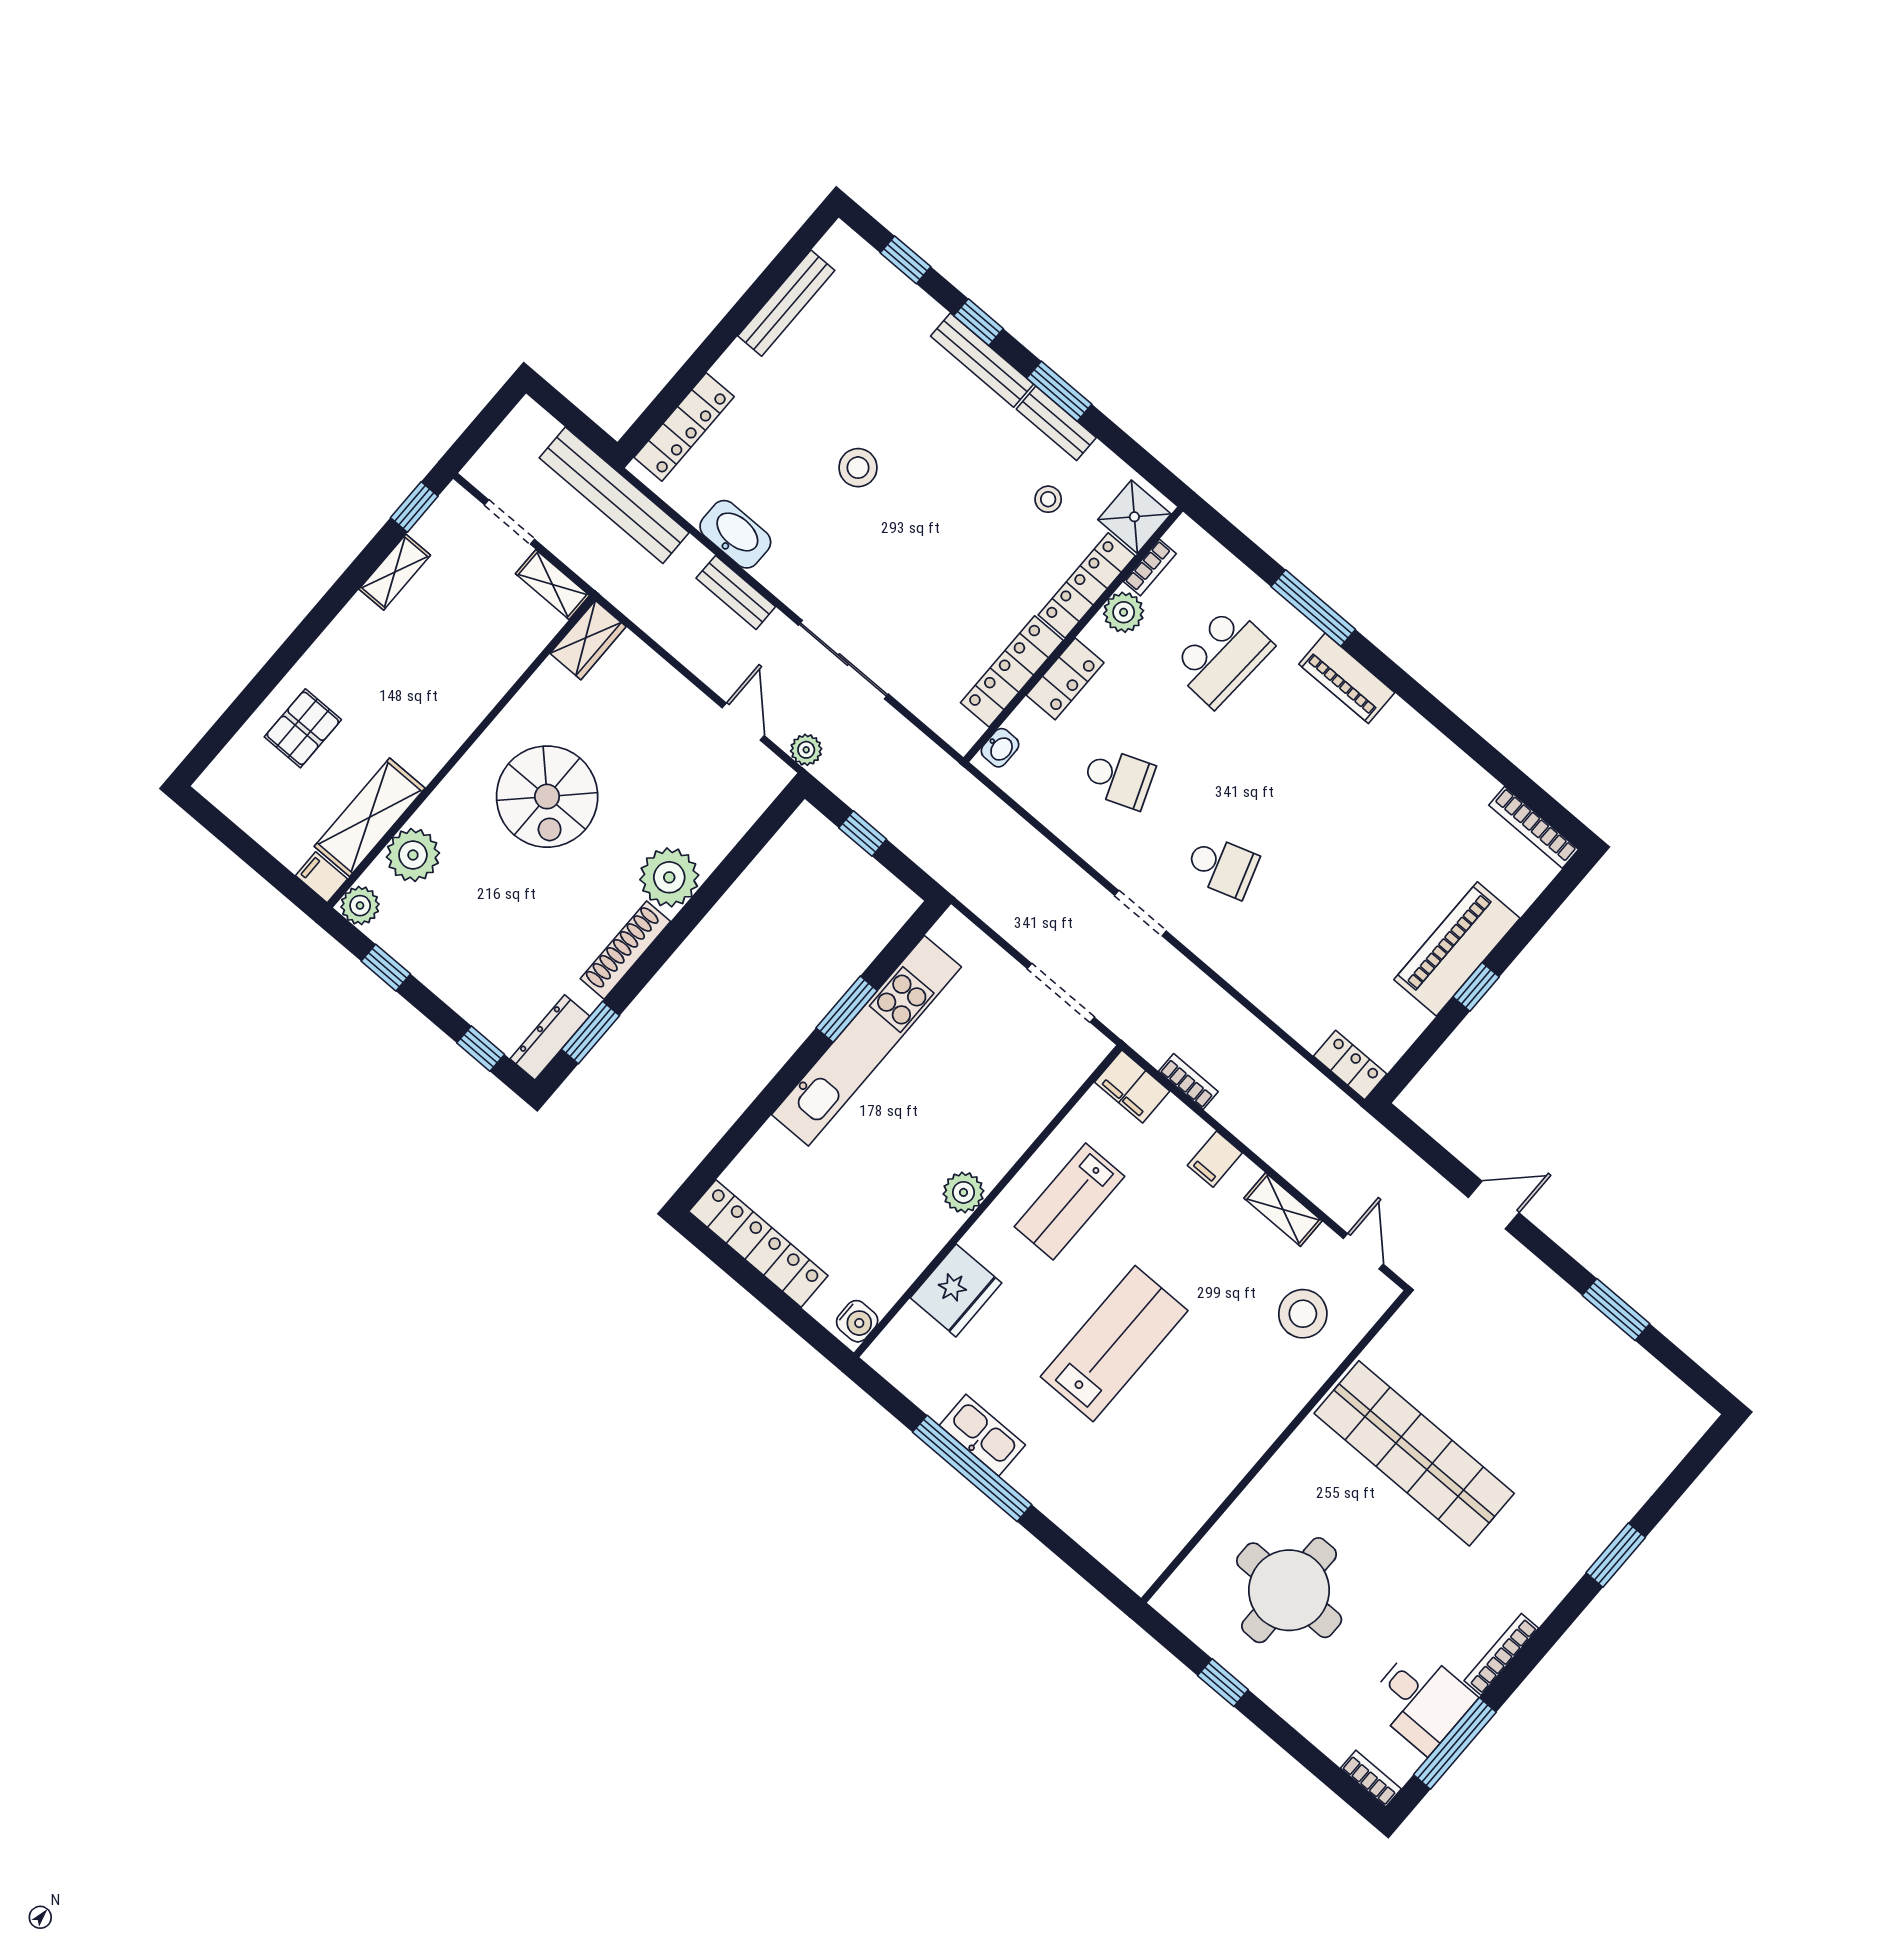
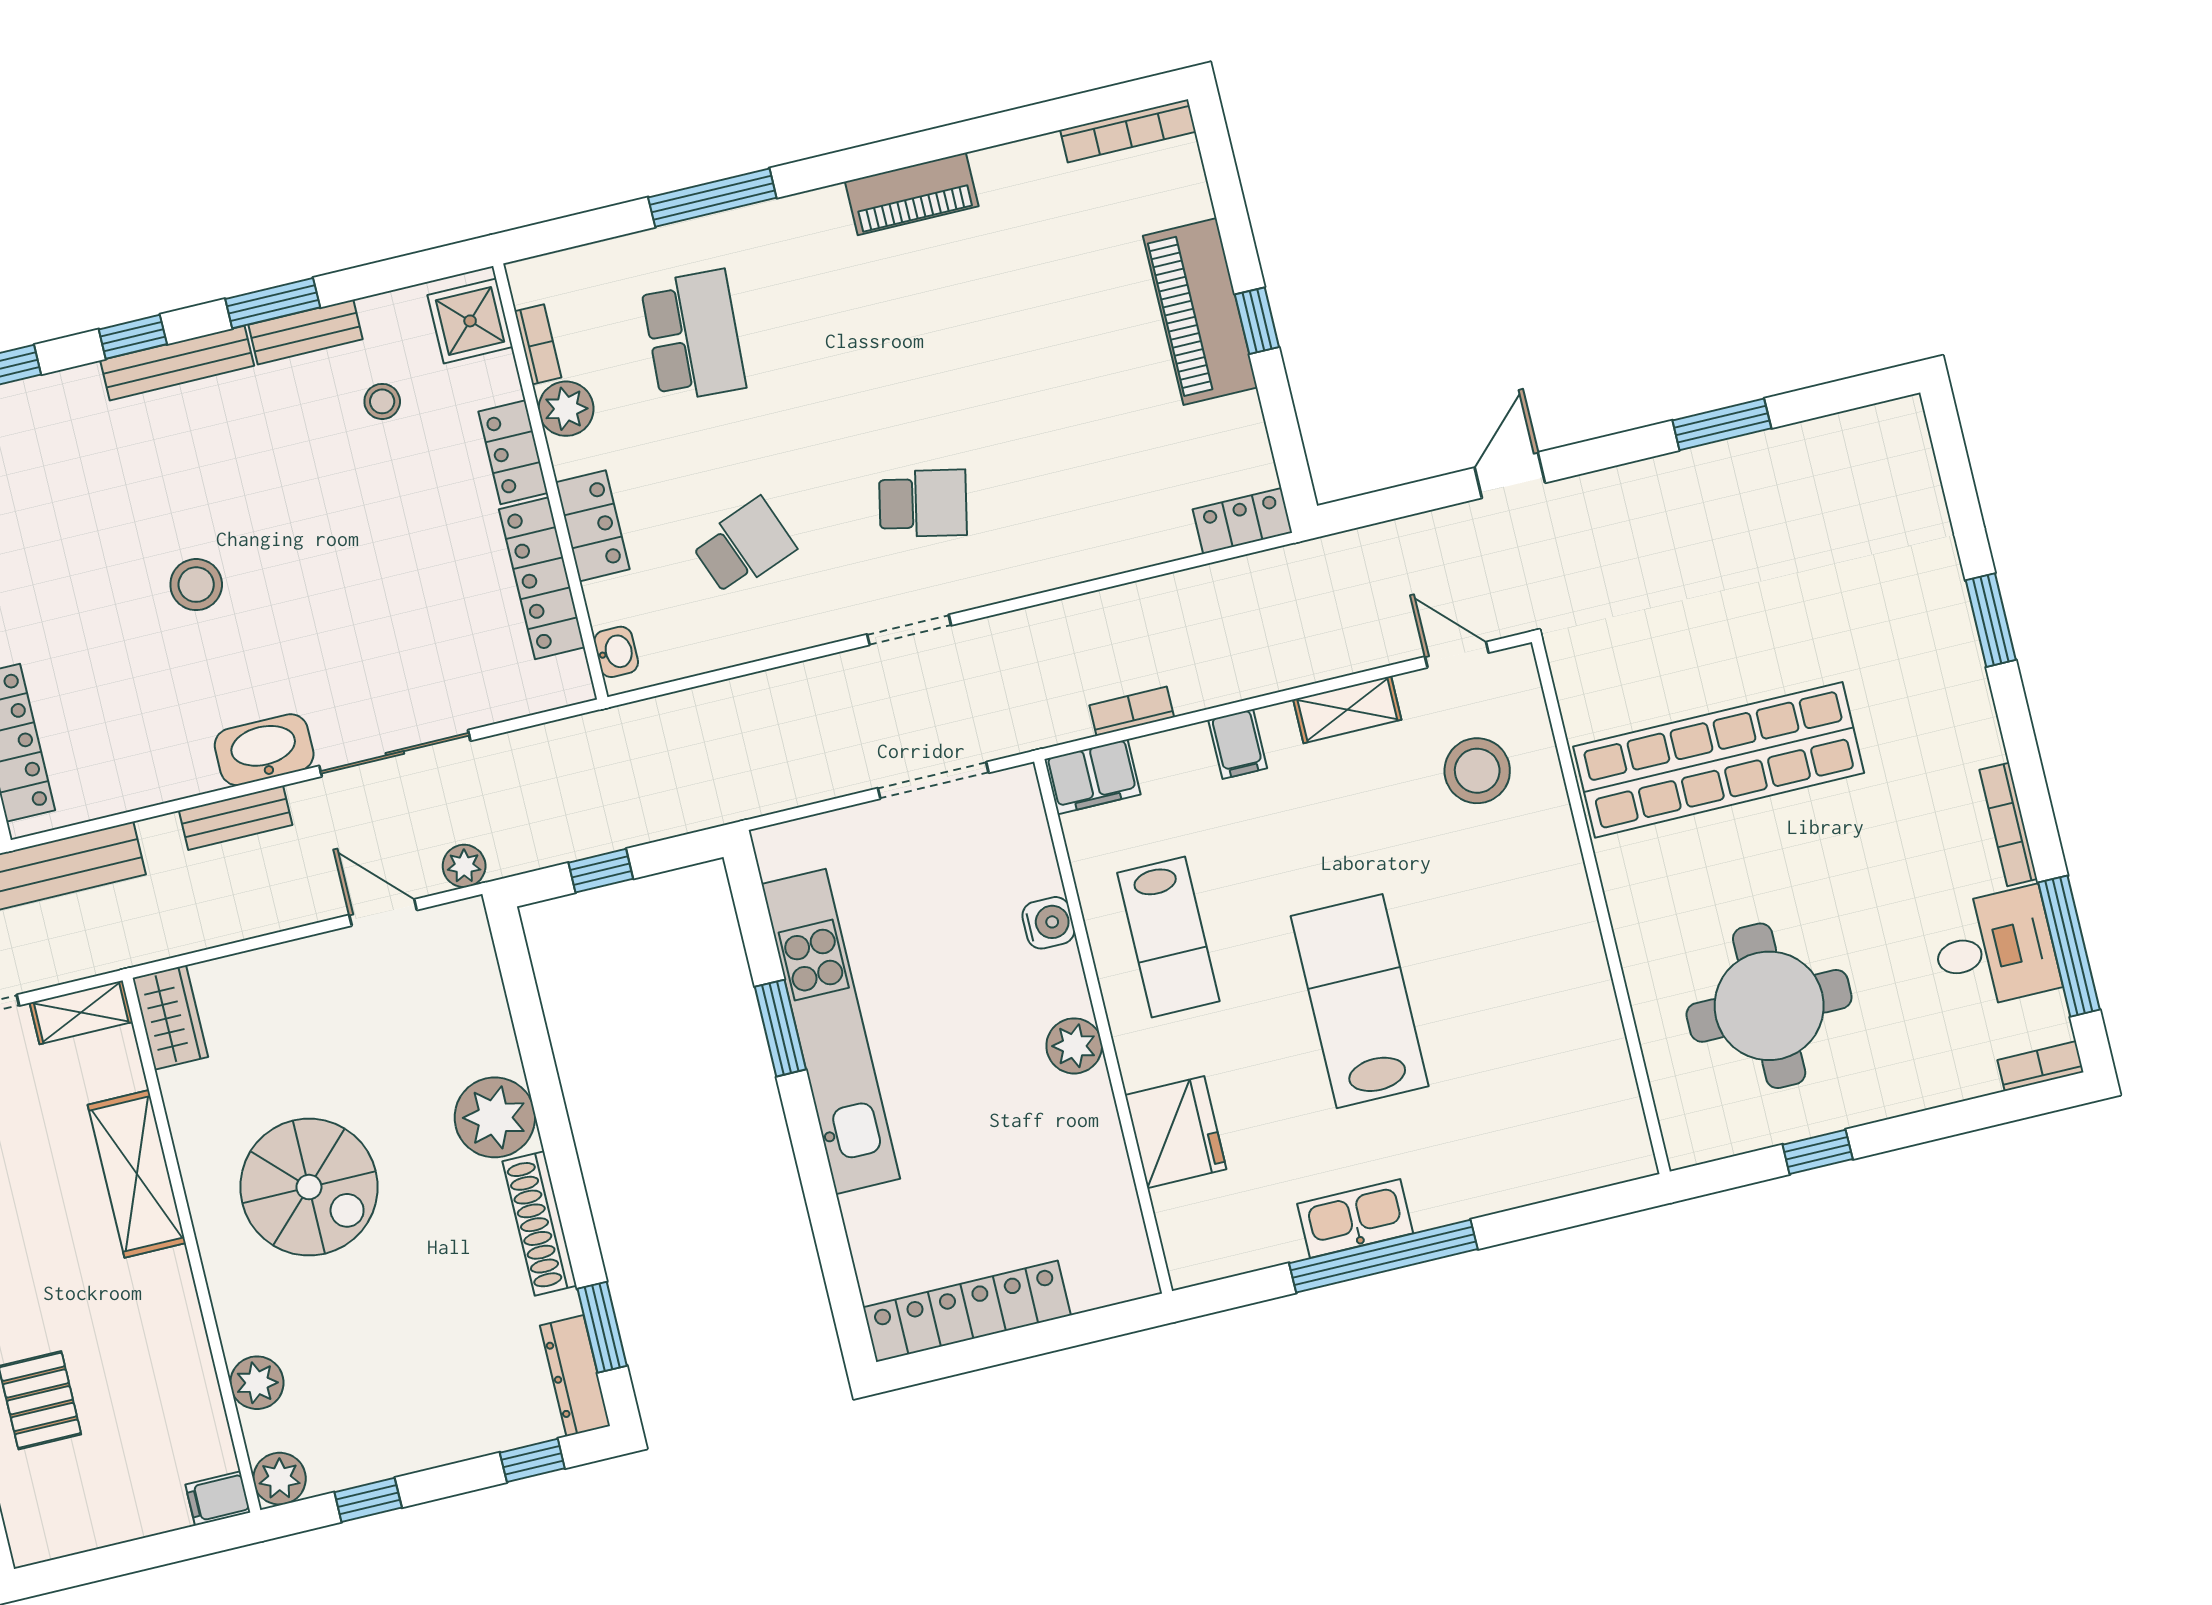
washbasin: (735, 534) -> (264, 750), moved
locker: (1087, 585) -> (513, 452), width x0.66
piano: (1347, 678) -> (912, 194), moved
shelving: (370, 817) -> (137, 1174), moved
plant: (413, 855) -> (257, 1383), width x0.73, depth x0.73
school desk: (1222, 866) -> (923, 503), turned 30
water cooler: (857, 1321) -> (1048, 923), moved

